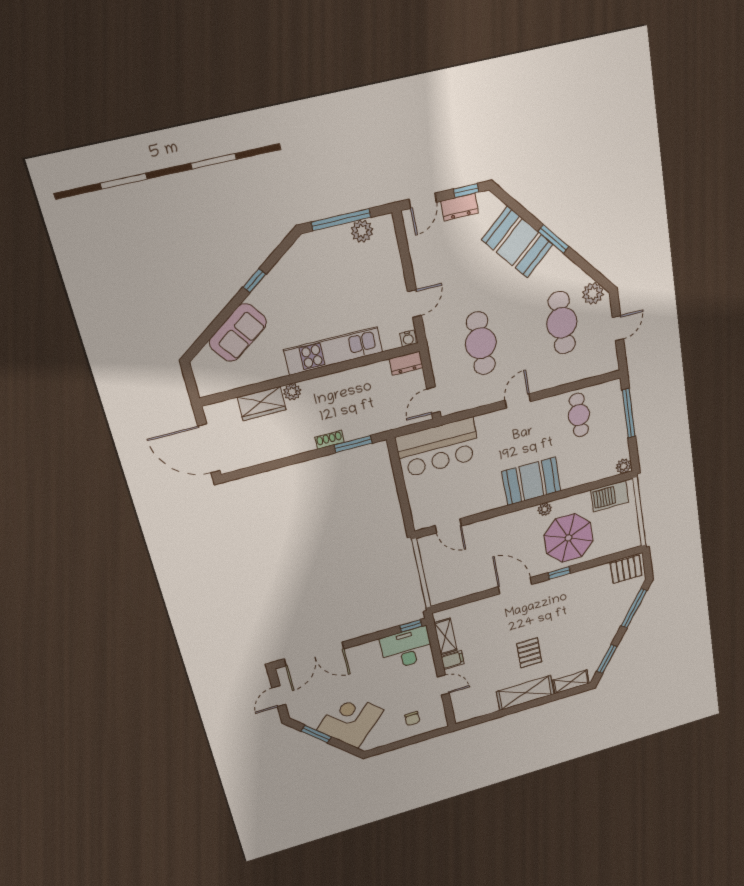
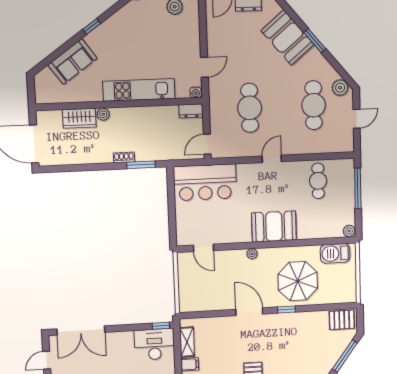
plant: (545, 509) -> (252, 254), moved

